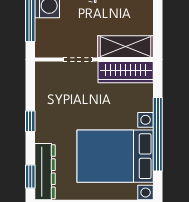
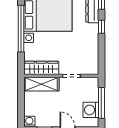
window: (30, 121) -> (101, 27), moved

